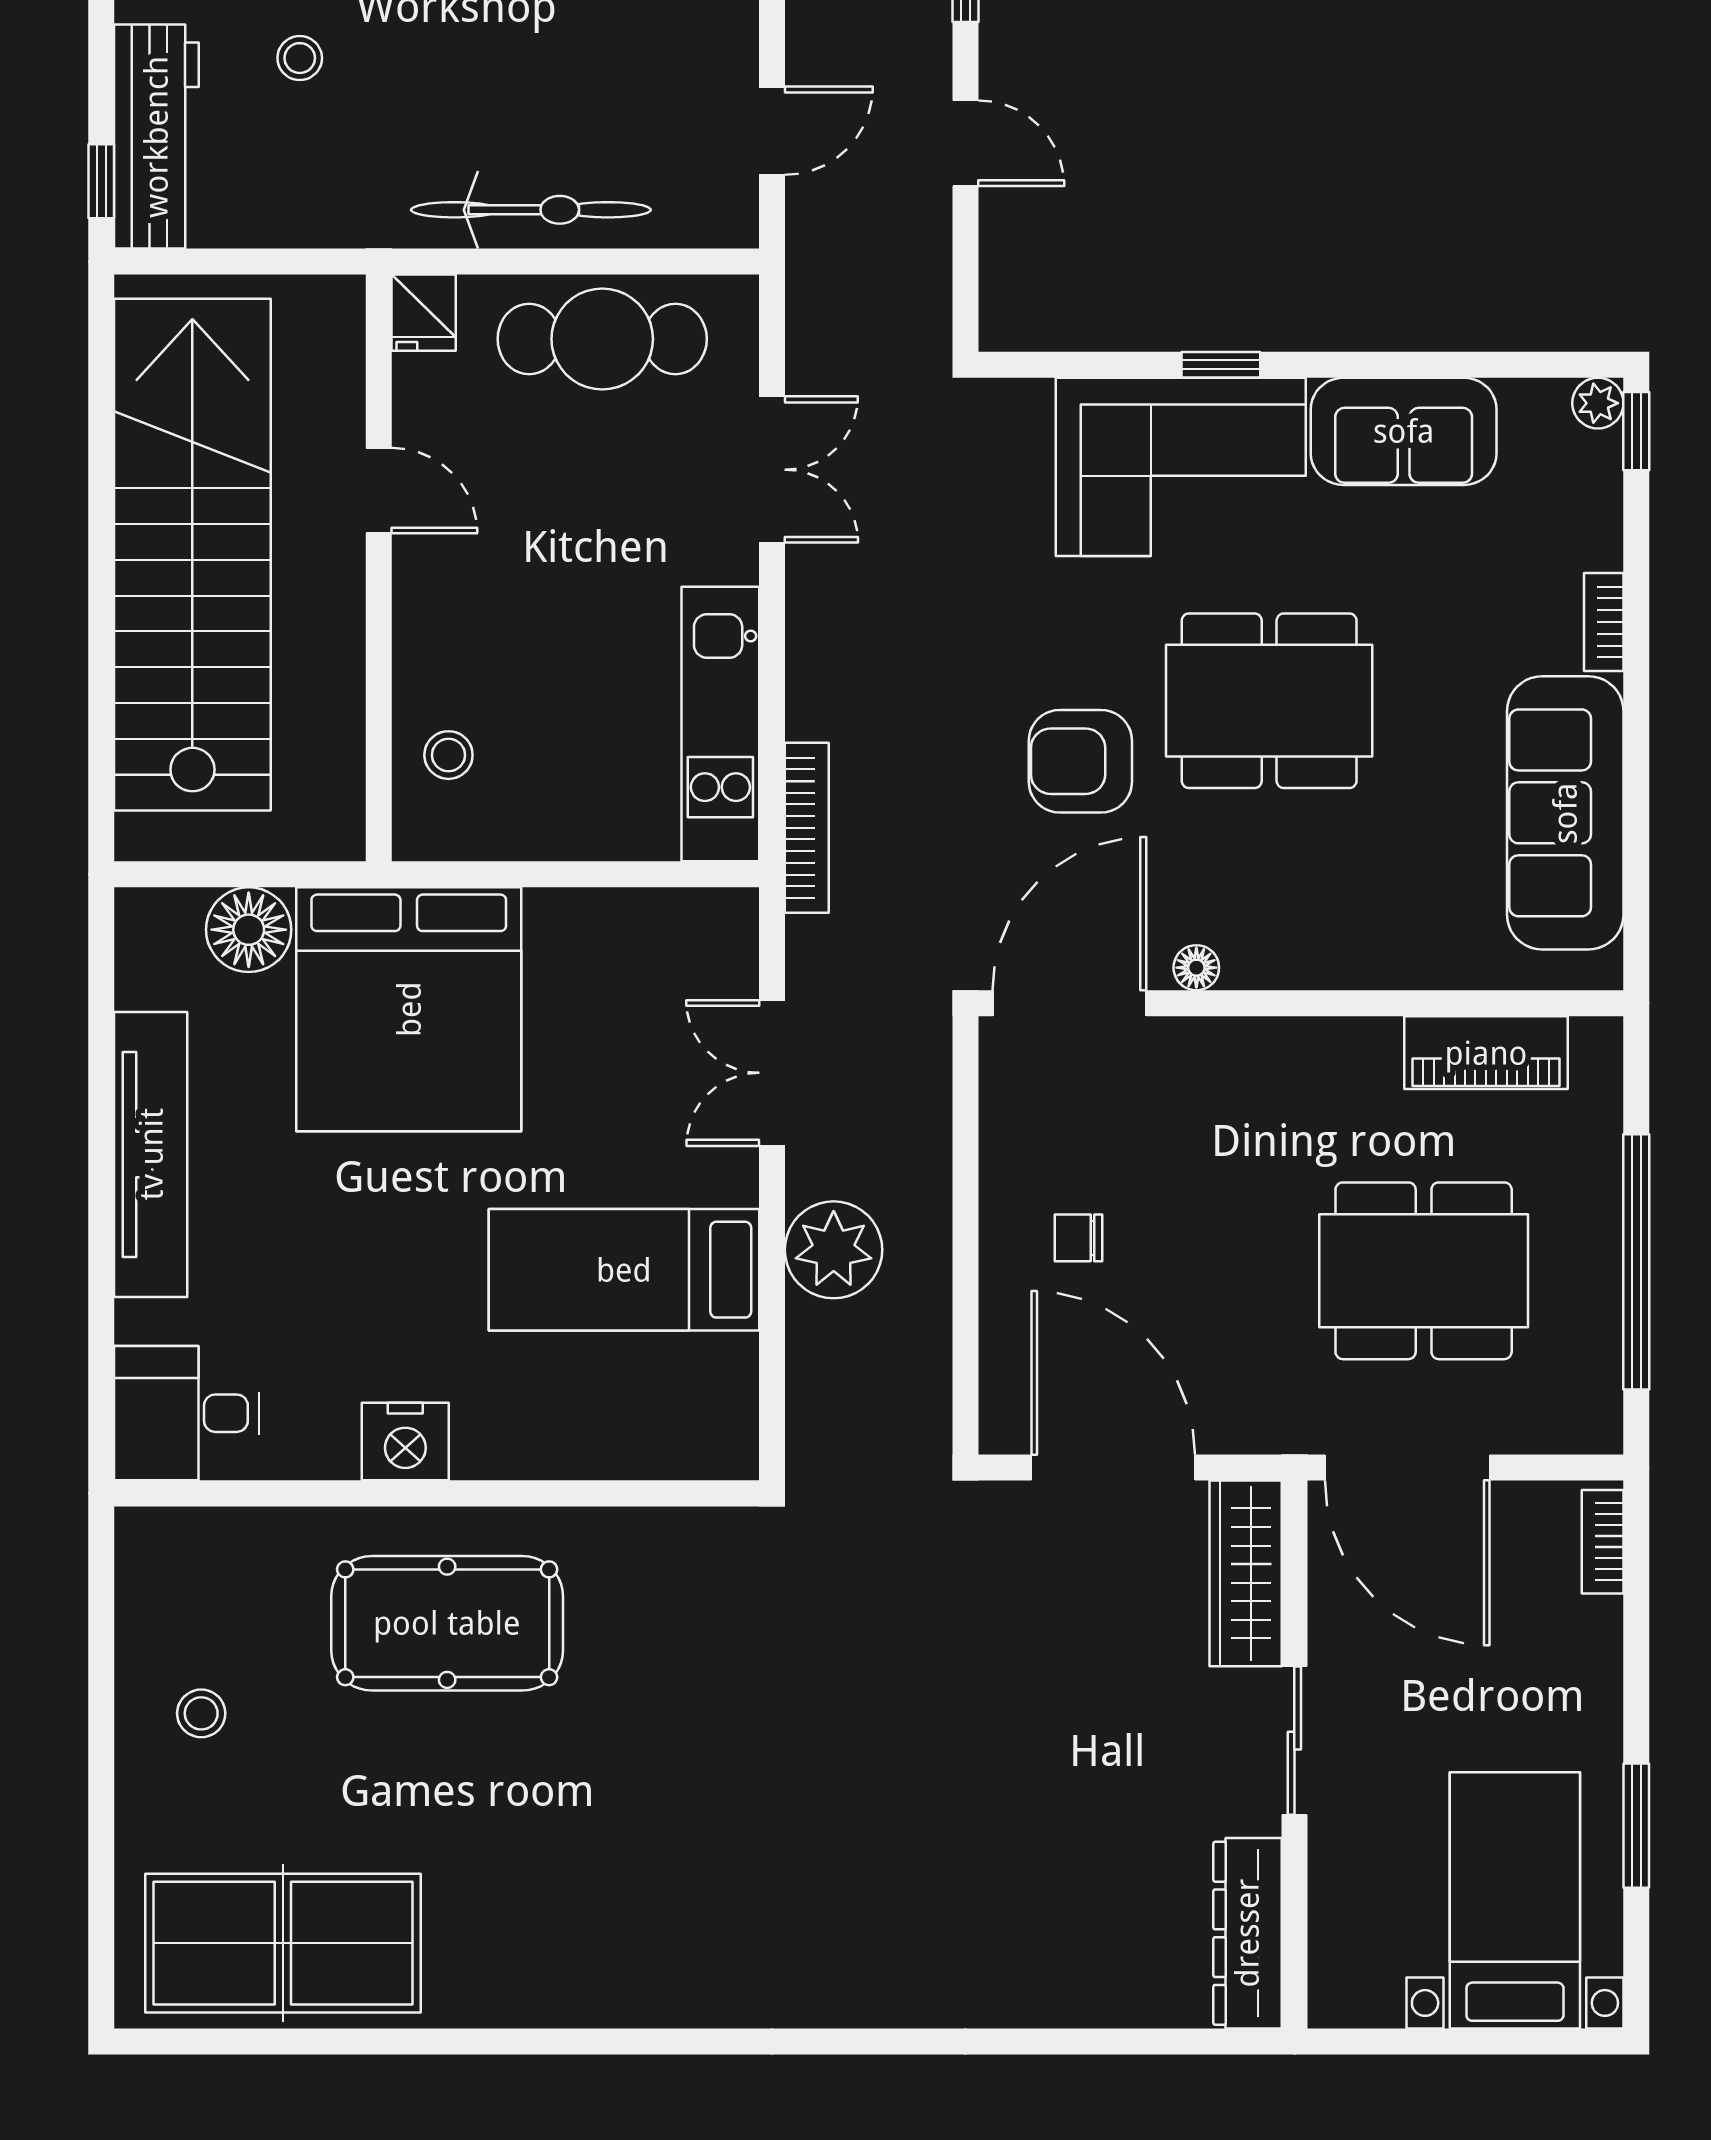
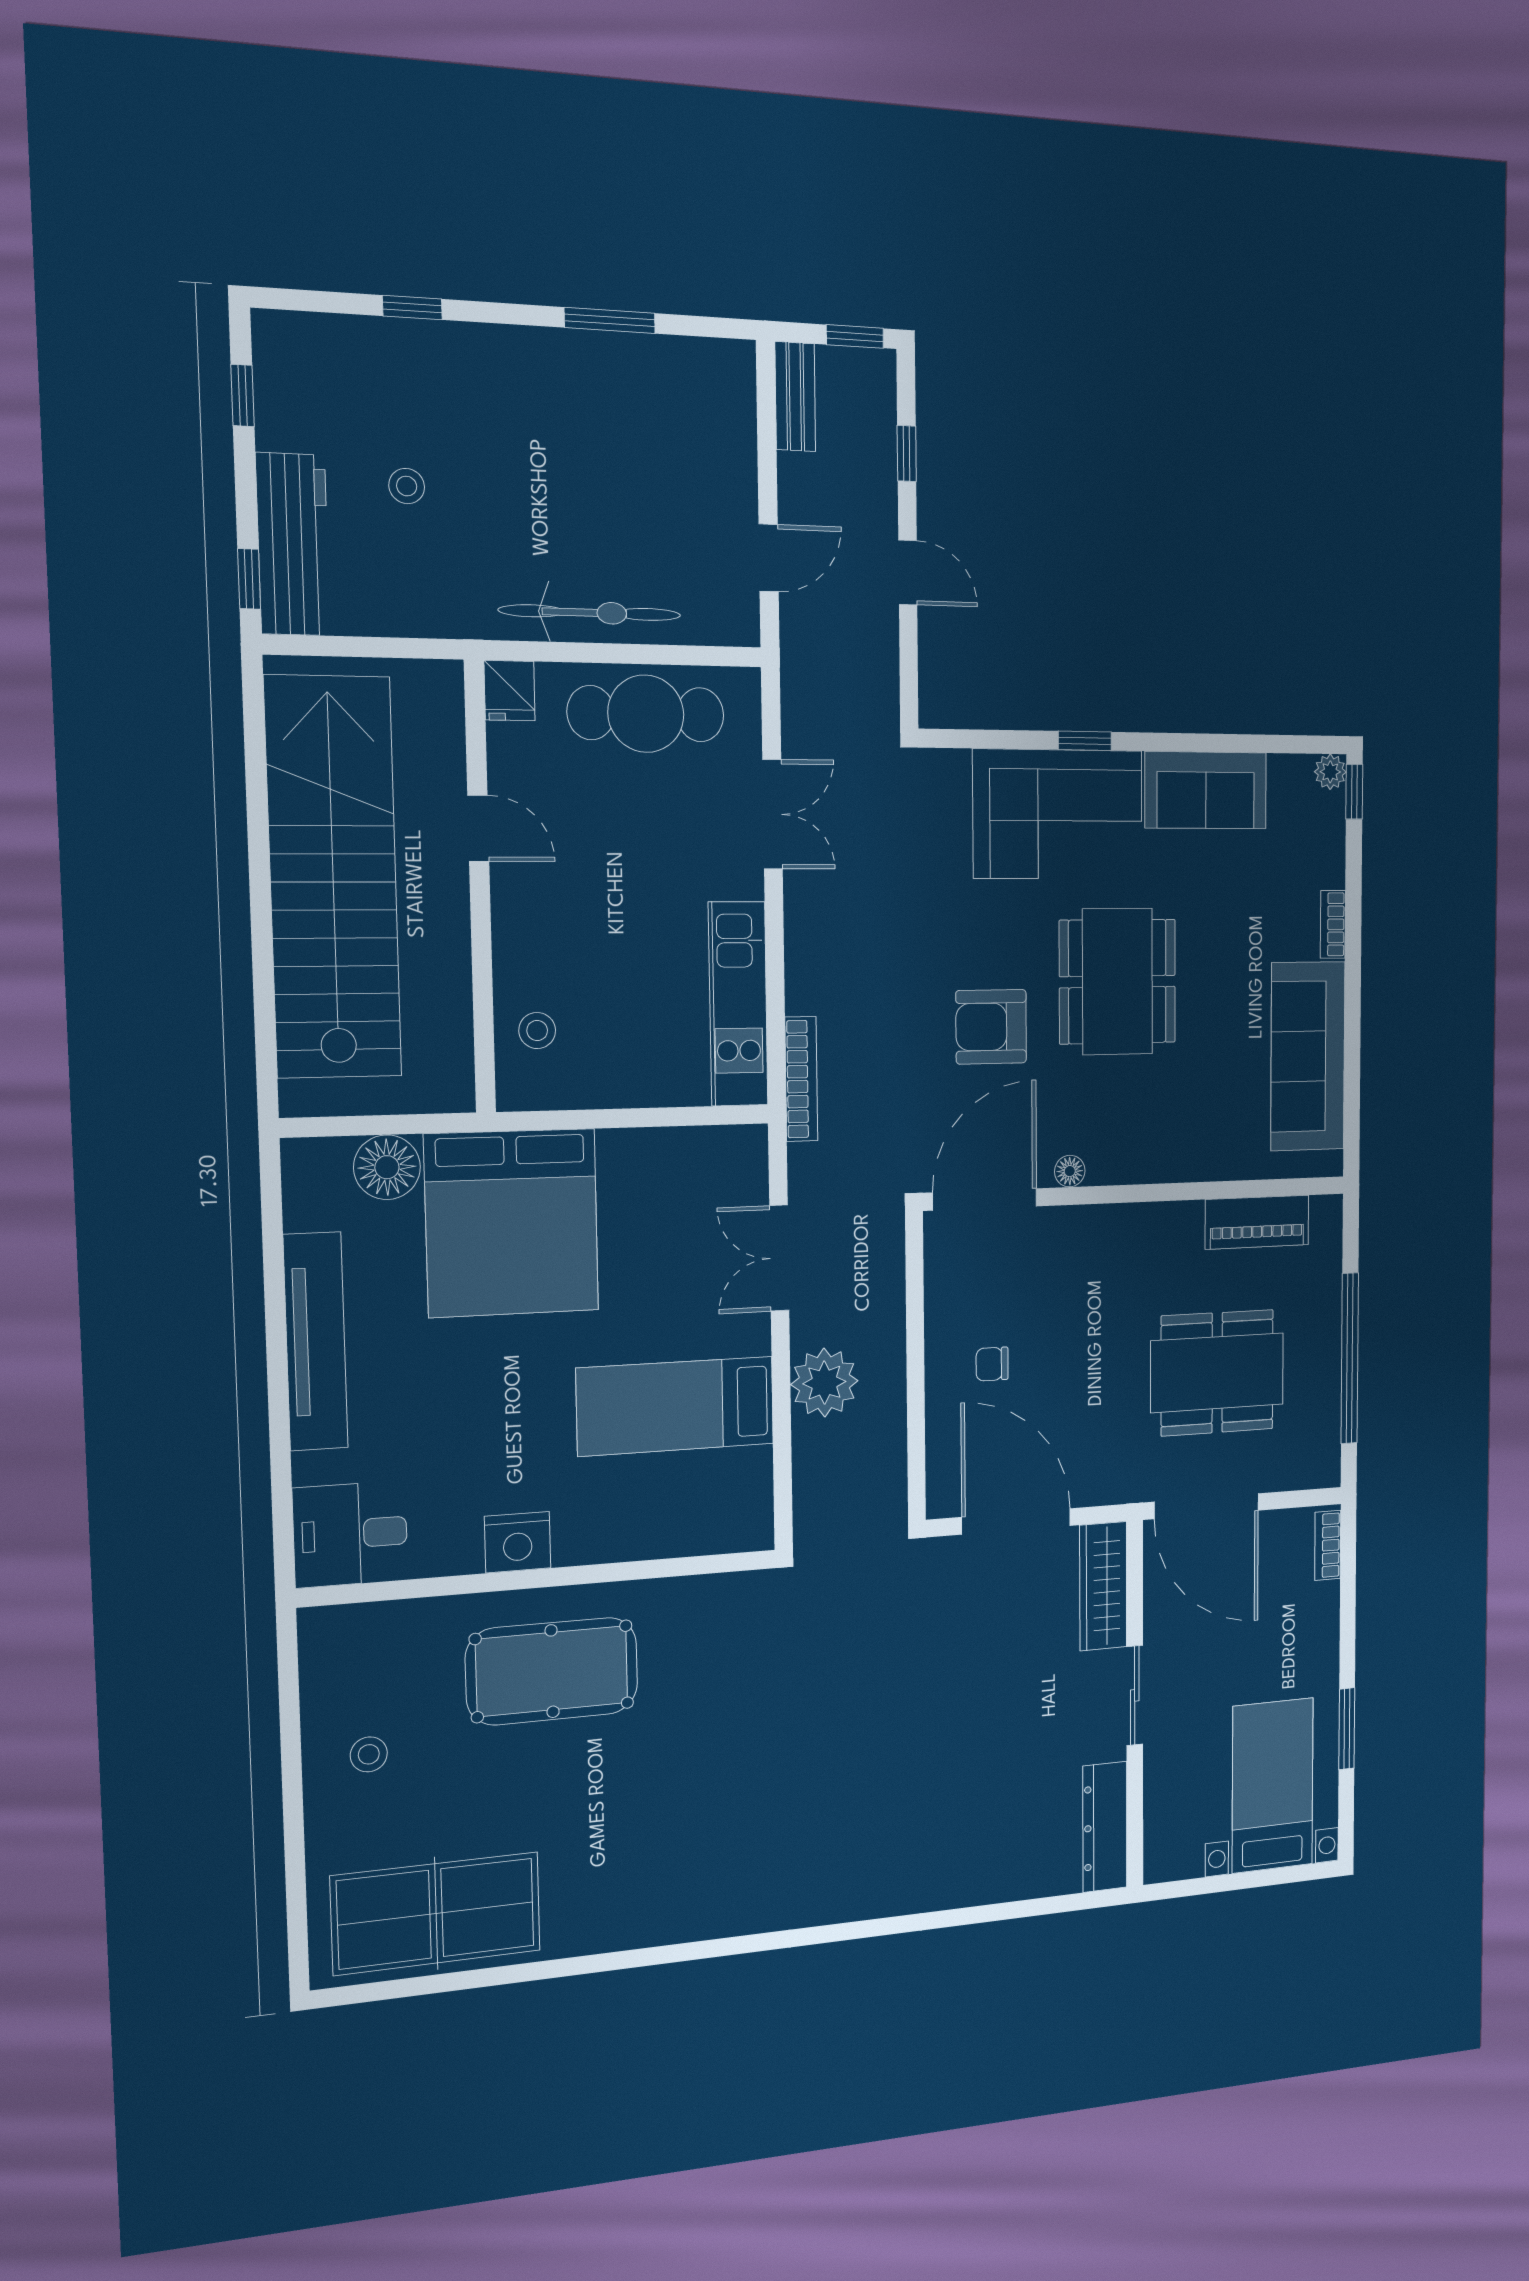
dining table: (1269, 701) -> (1117, 982), turned 90

